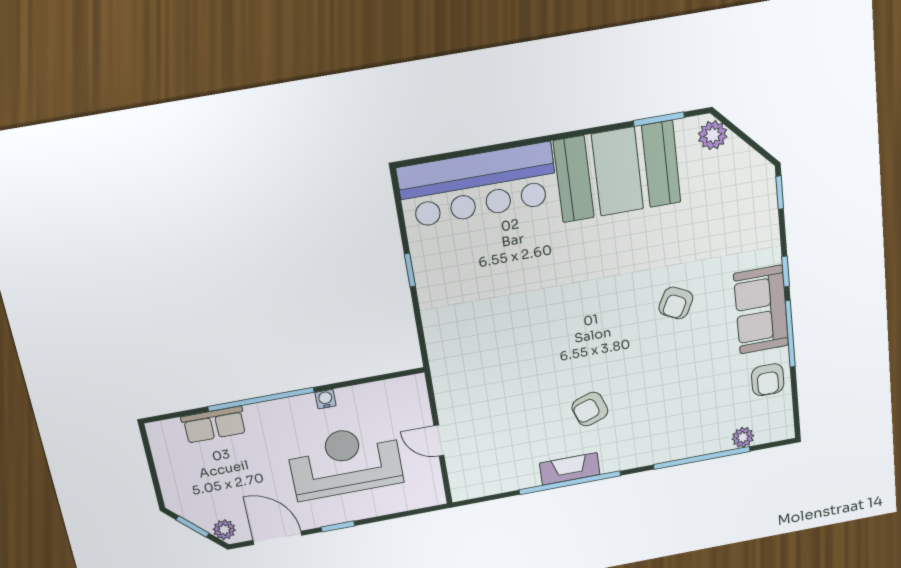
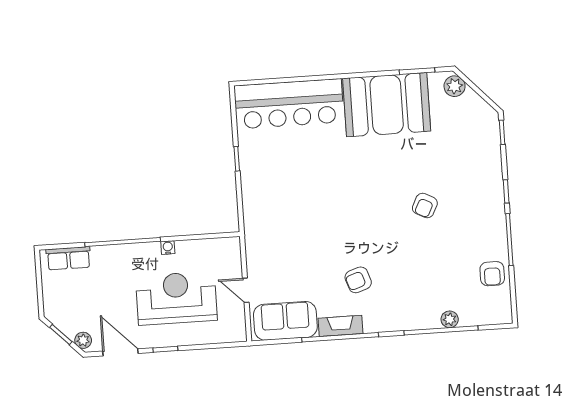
sofa: (761, 310) -> (285, 321), moved, turned 90
row of seats: (214, 425) -> (68, 258), moved
plant: (743, 437) -> (450, 319), moved

